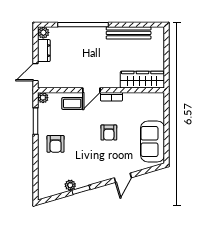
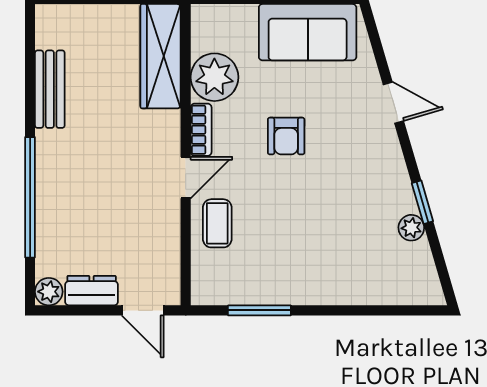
bench: (129, 33) -> (50, 89), width x0.73
door: (91, 90) -> (186, 178), hinge flipped
plant: (43, 98) -> (214, 77), moved, width x1.88, depth x1.88
armchair: (109, 132) -> (286, 136), turned 90
armchair: (56, 144) -> (313, 263), removed

